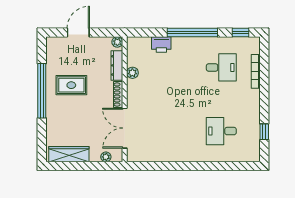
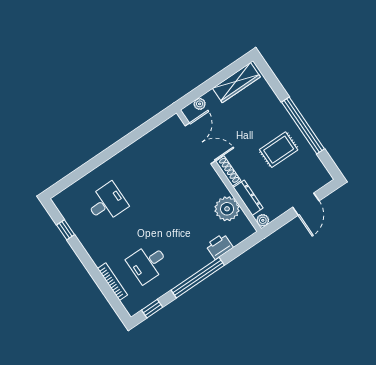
plant: (132, 73) -> (227, 209), width x1.88, depth x1.88

